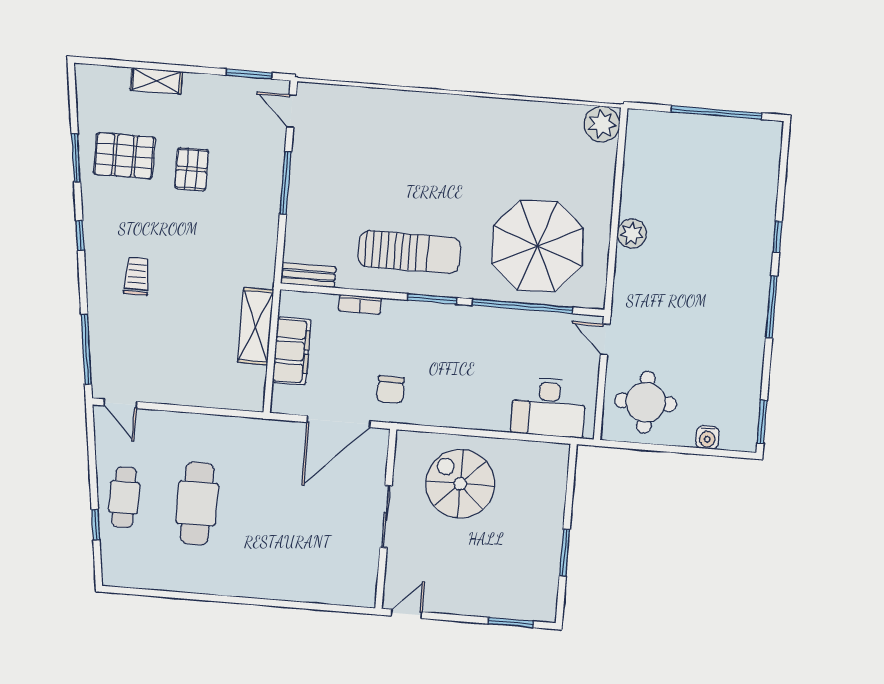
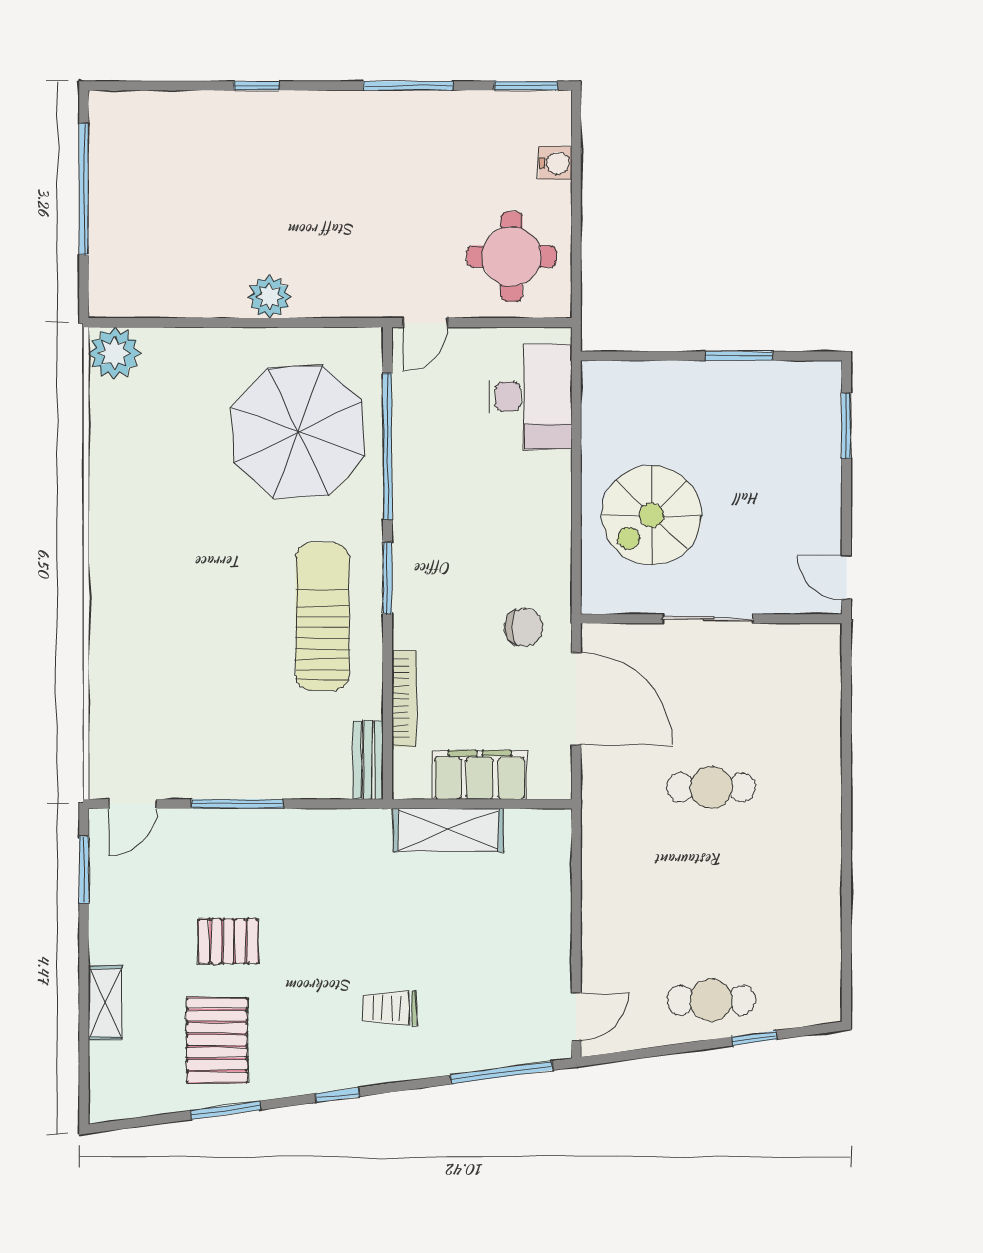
bookcase: (360, 304) -> (404, 699), width x1.56
window: (772, 307) -> (408, 86), moved
cafe table: (197, 503) -> (711, 787), moved, width x0.73, depth x0.74

